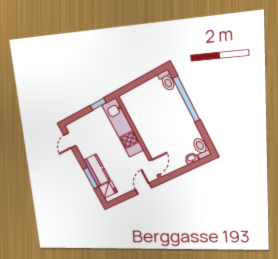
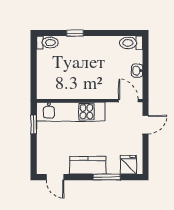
window: (186, 99) -> (75, 33), width x0.32
washbasin: (191, 158) -> (137, 71), moved
kitchen counter: (97, 170) -> (88, 165), moved
door: (143, 189) -> (145, 125), swing flipped

